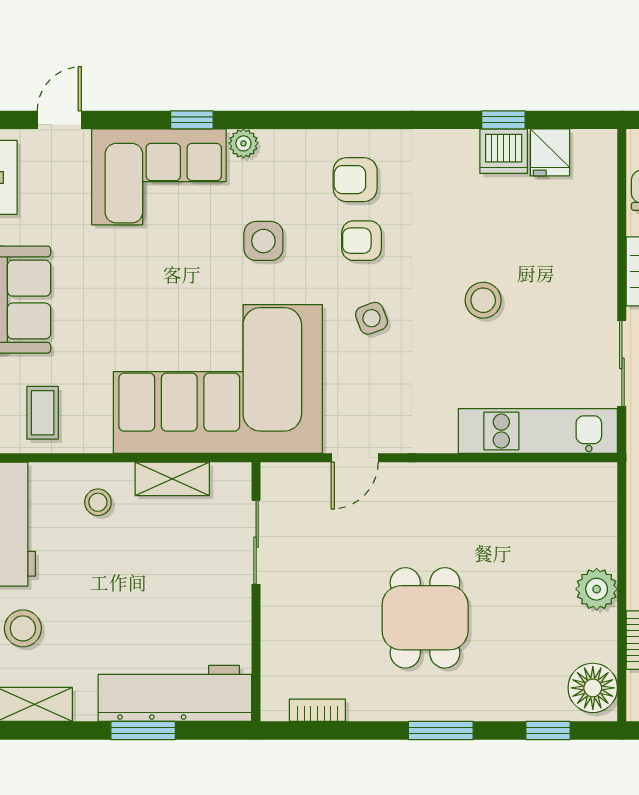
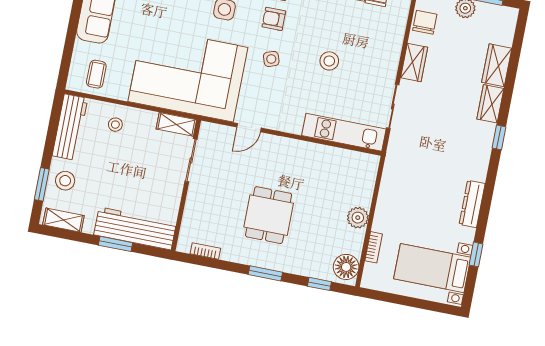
shelving: (172, 479) -> (176, 124), moved

